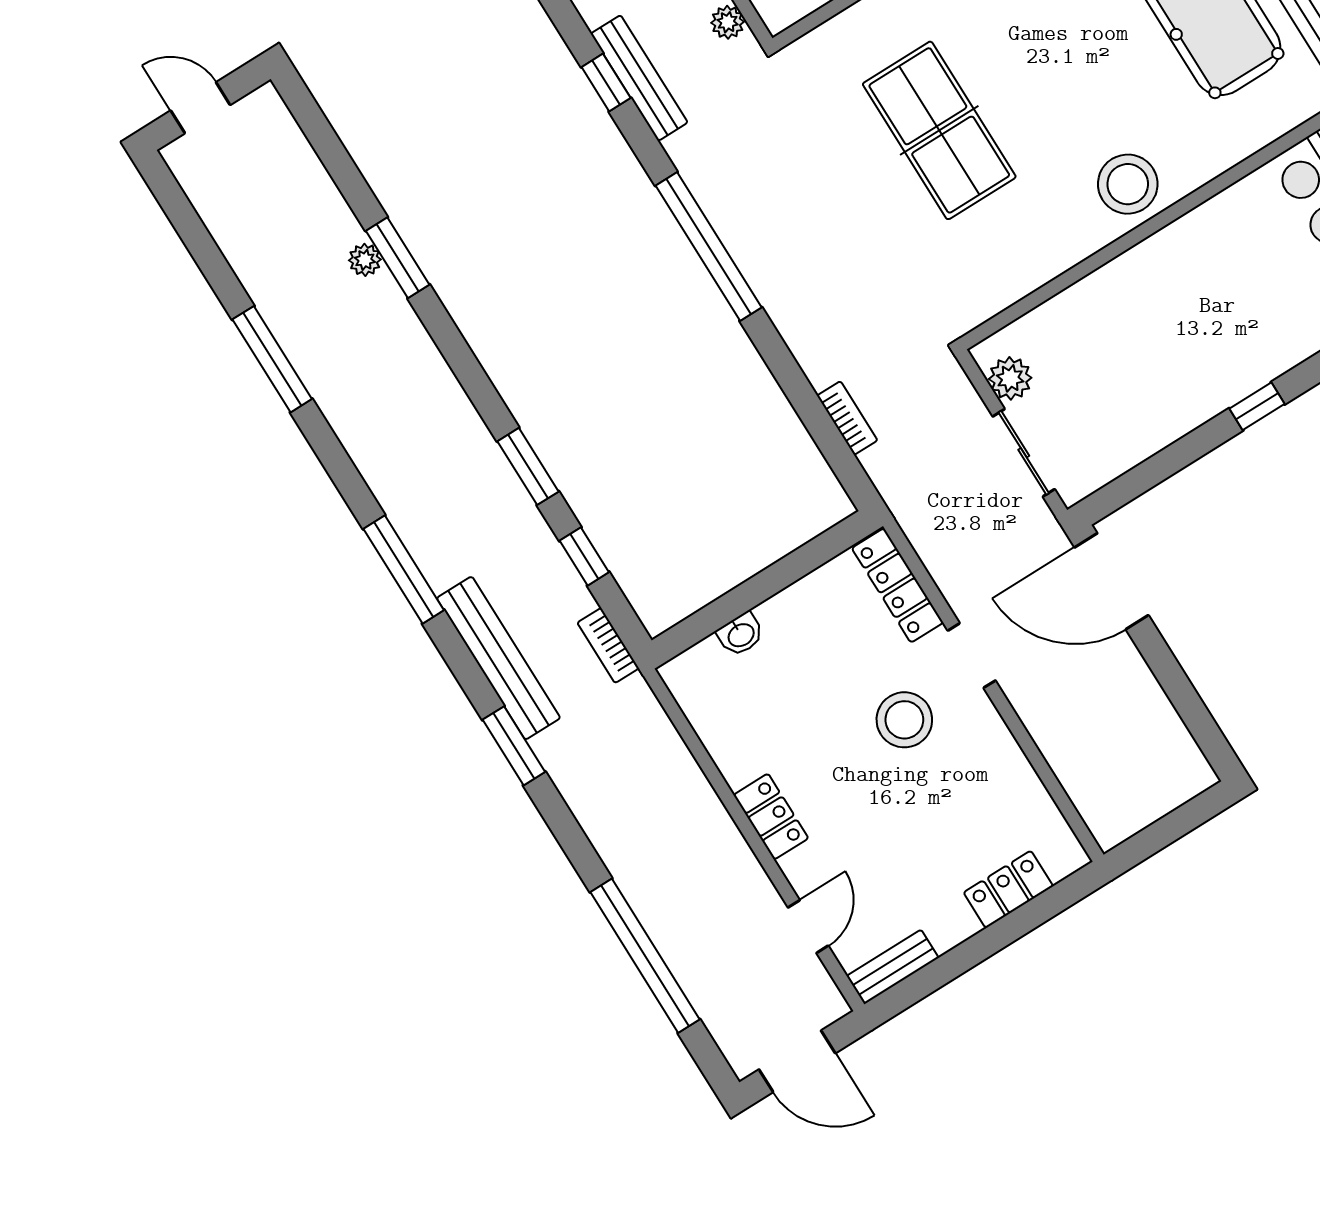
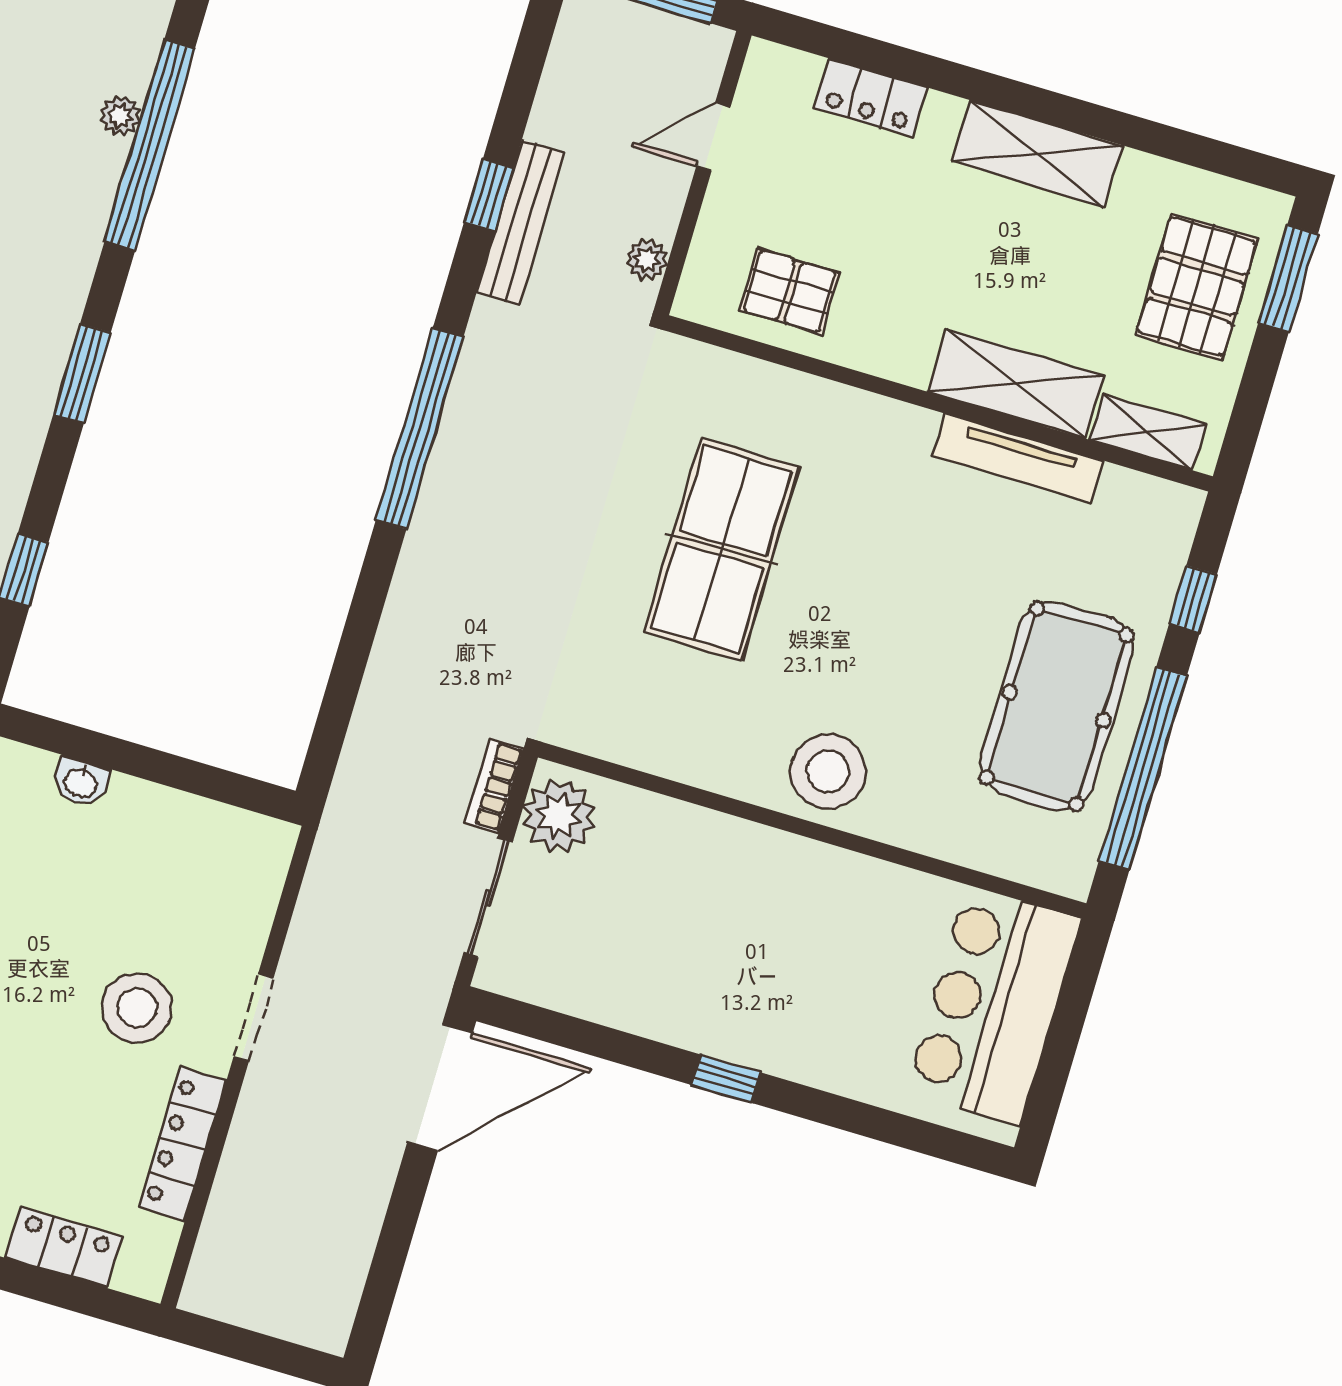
window: (398, 258) -> (150, 145), width x2.11
plant: (1010, 378) -> (559, 816), width x1.36, depth x1.36
bookcase: (847, 418) -> (494, 786), moved, turned 180
window: (528, 466) -> (82, 373), moved
door: (1112, 581) -> (440, 1088), swing flipped
locker: (898, 585) -> (182, 1144), moved

